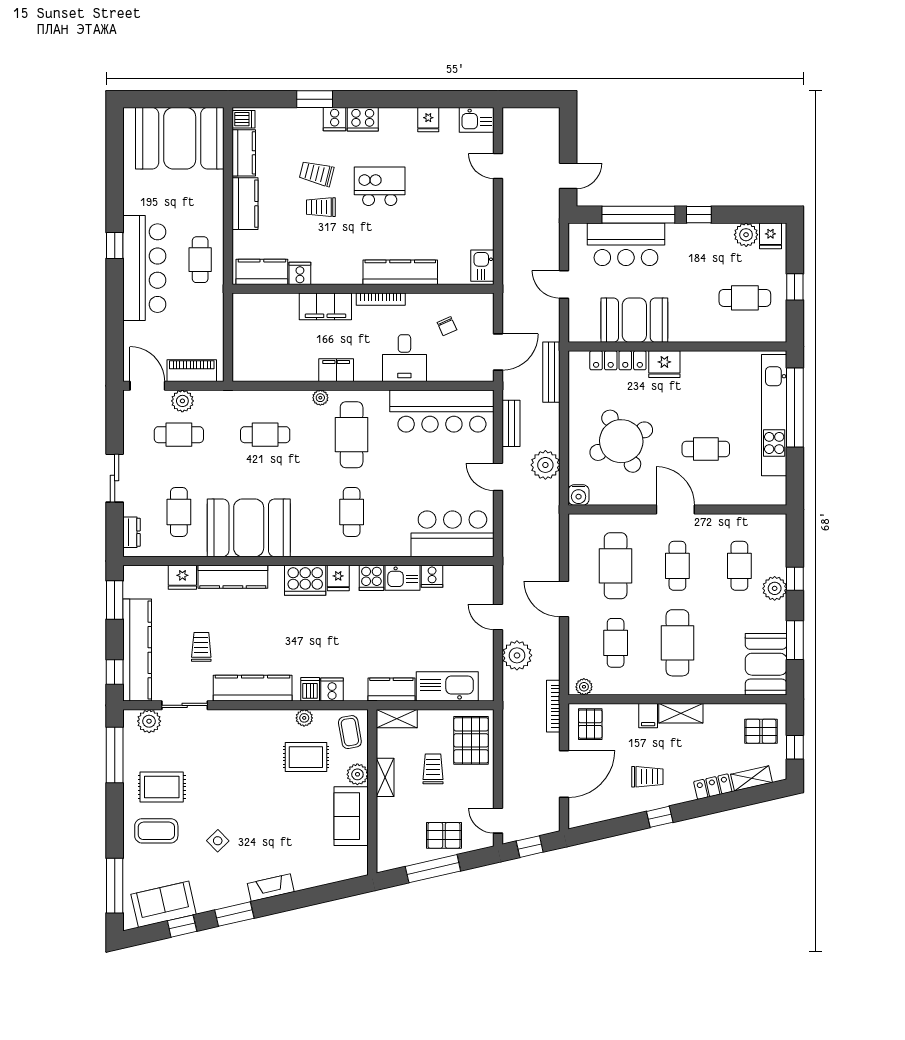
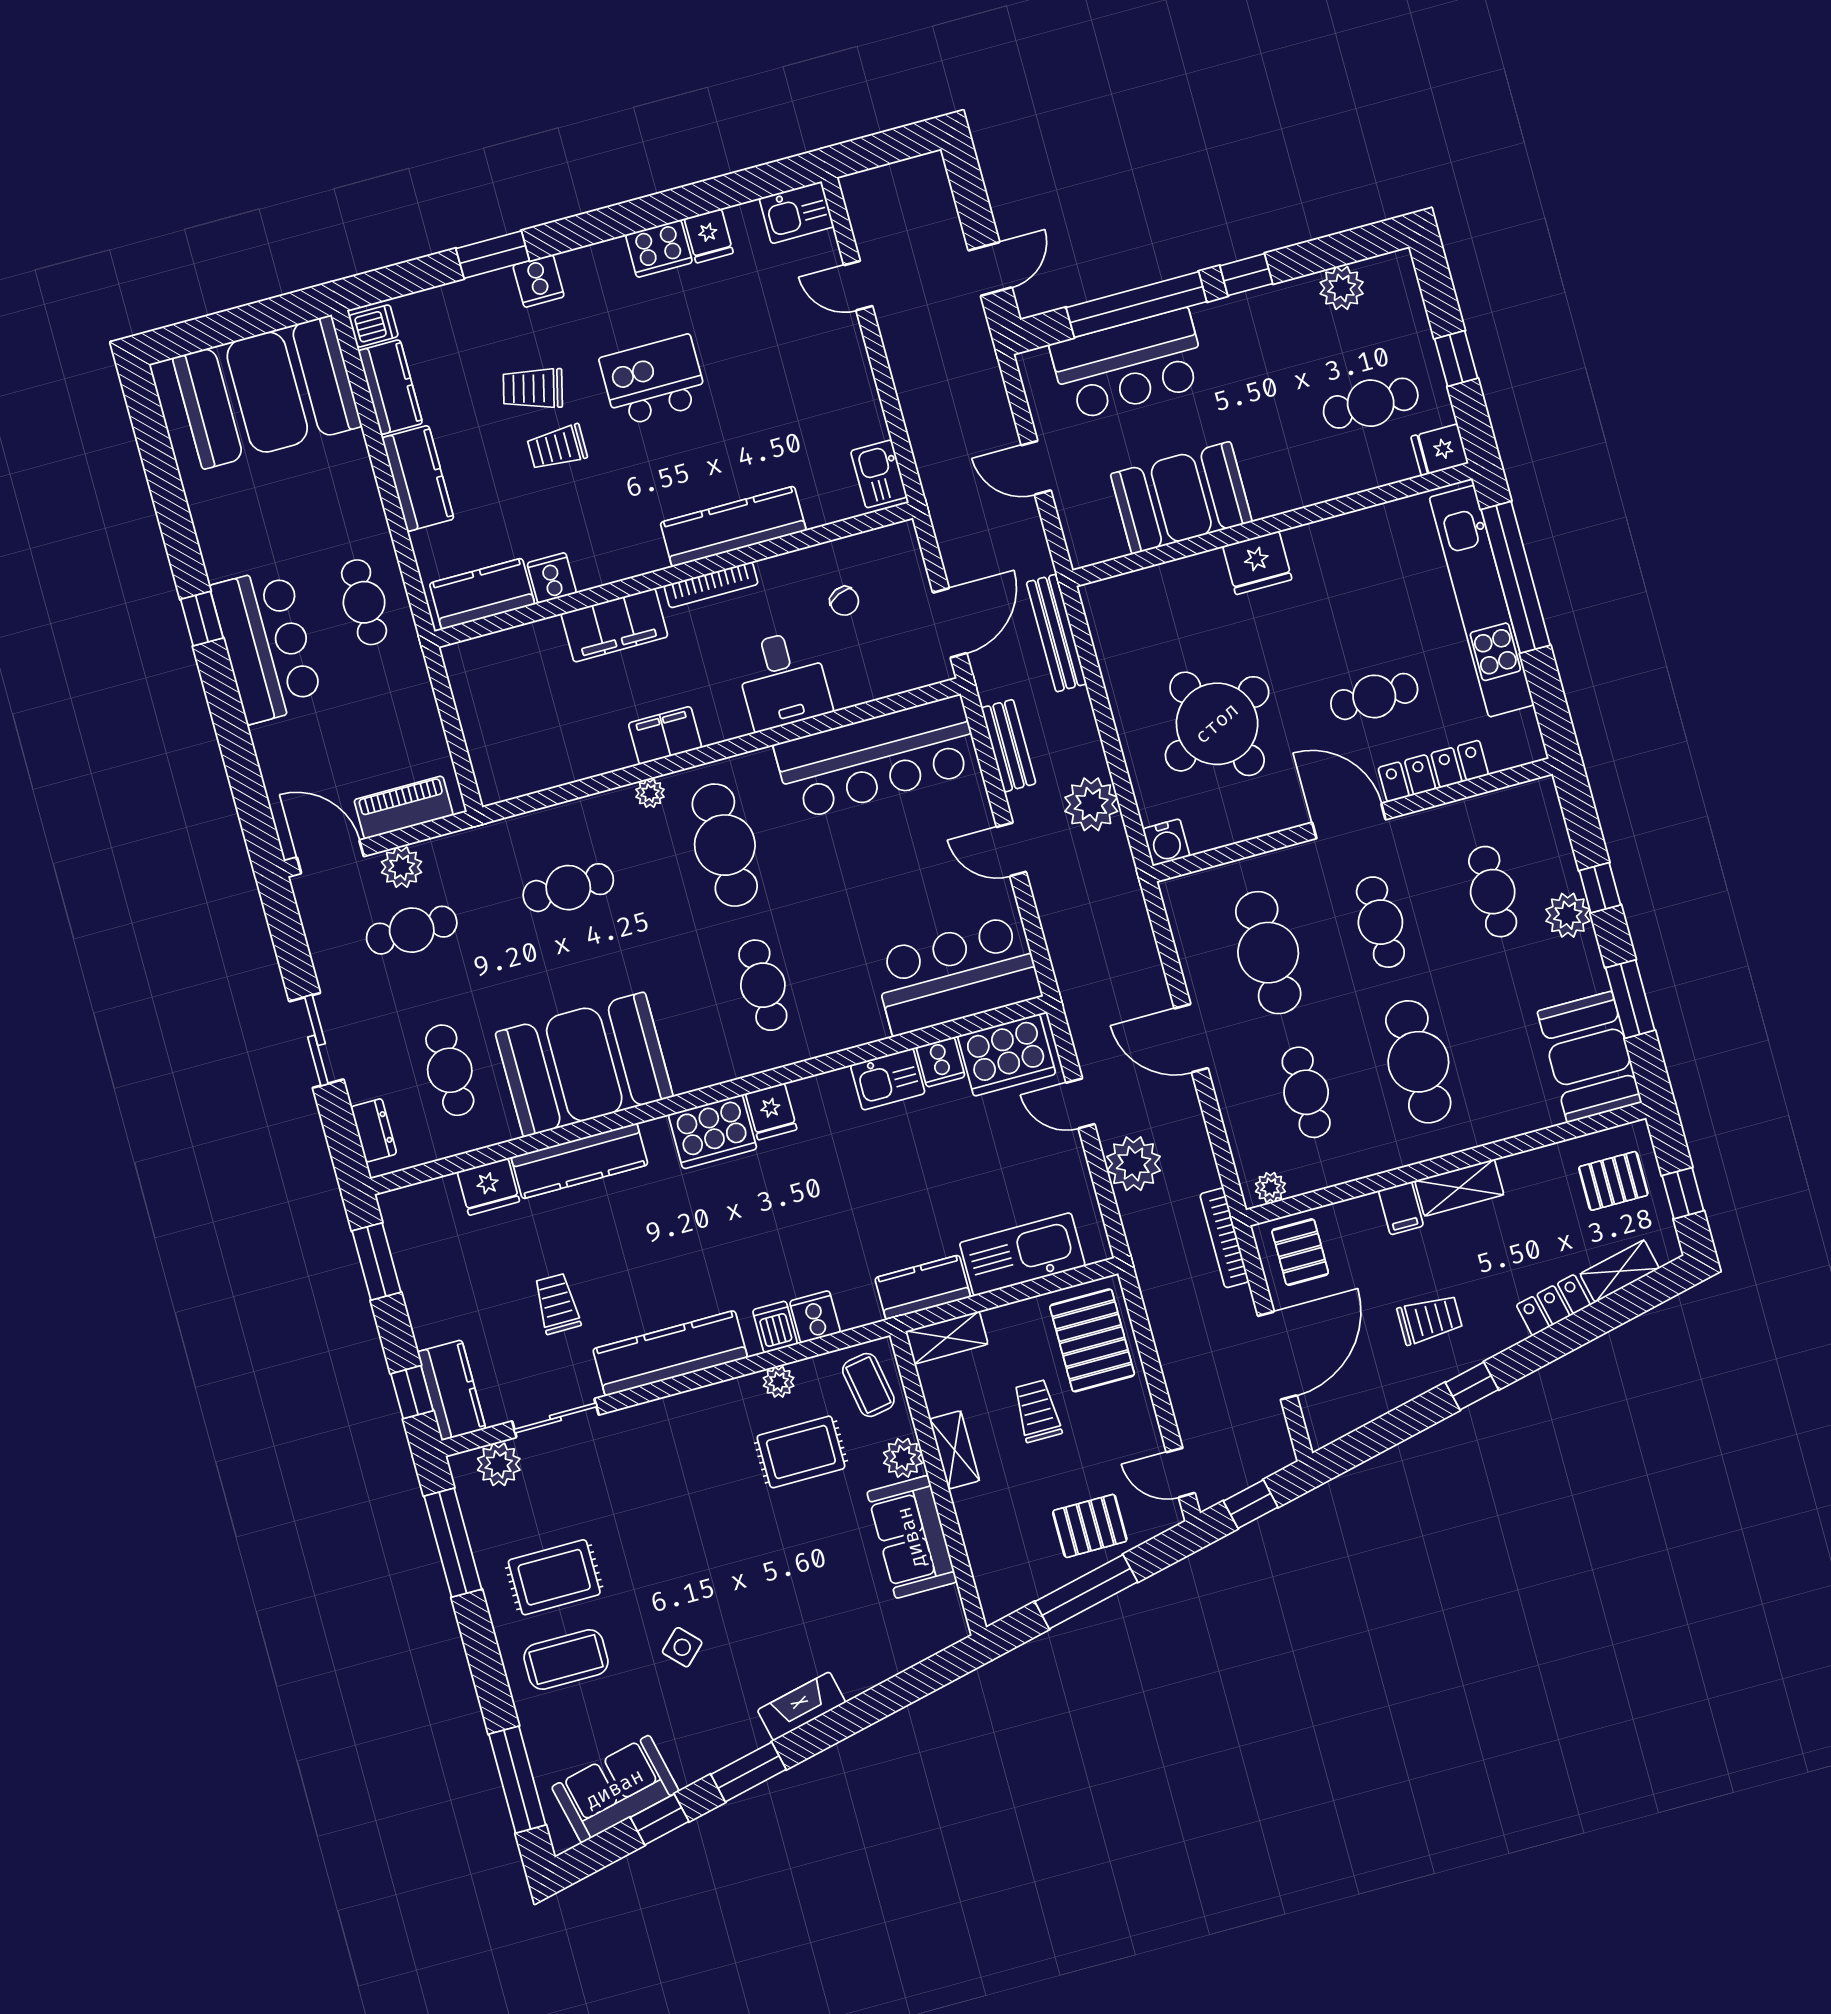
cooker: (363, 119) -> (659, 249), moved
fridge: (770, 236) -> (1440, 450), moved, turned 90
bar counter: (144, 268) -> (267, 645), width x0.73
locker: (618, 360) -> (1433, 771), moved, turned 180
cooker: (371, 578) -> (1007, 1055), moved, width x1.87, depth x1.31
kitchen counter: (137, 650) -> (451, 1390), width x0.48, depth x0.86

